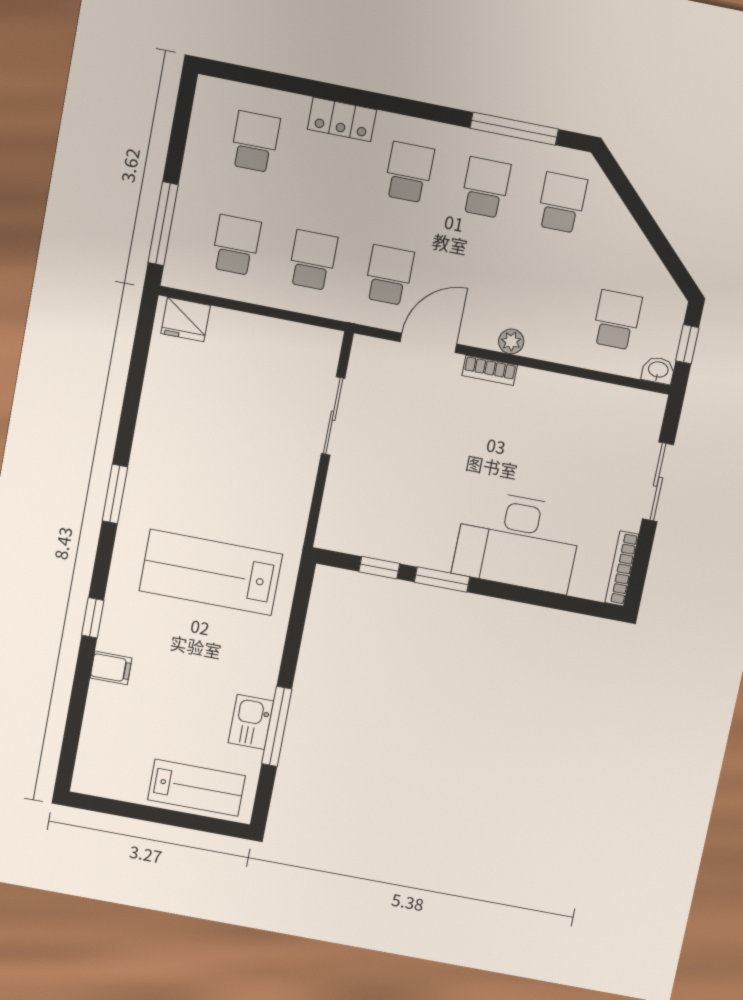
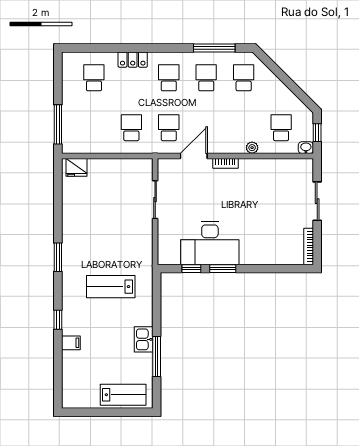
school desk: (236, 245) -> (94, 128), removed
plant: (511, 341) -> (252, 148), moved
desk: (518, 541) -> (210, 243), moved
lab bench: (211, 572) -> (111, 287), width x0.73, depth x0.72
kitchen sink: (251, 722) -> (144, 339), moved

